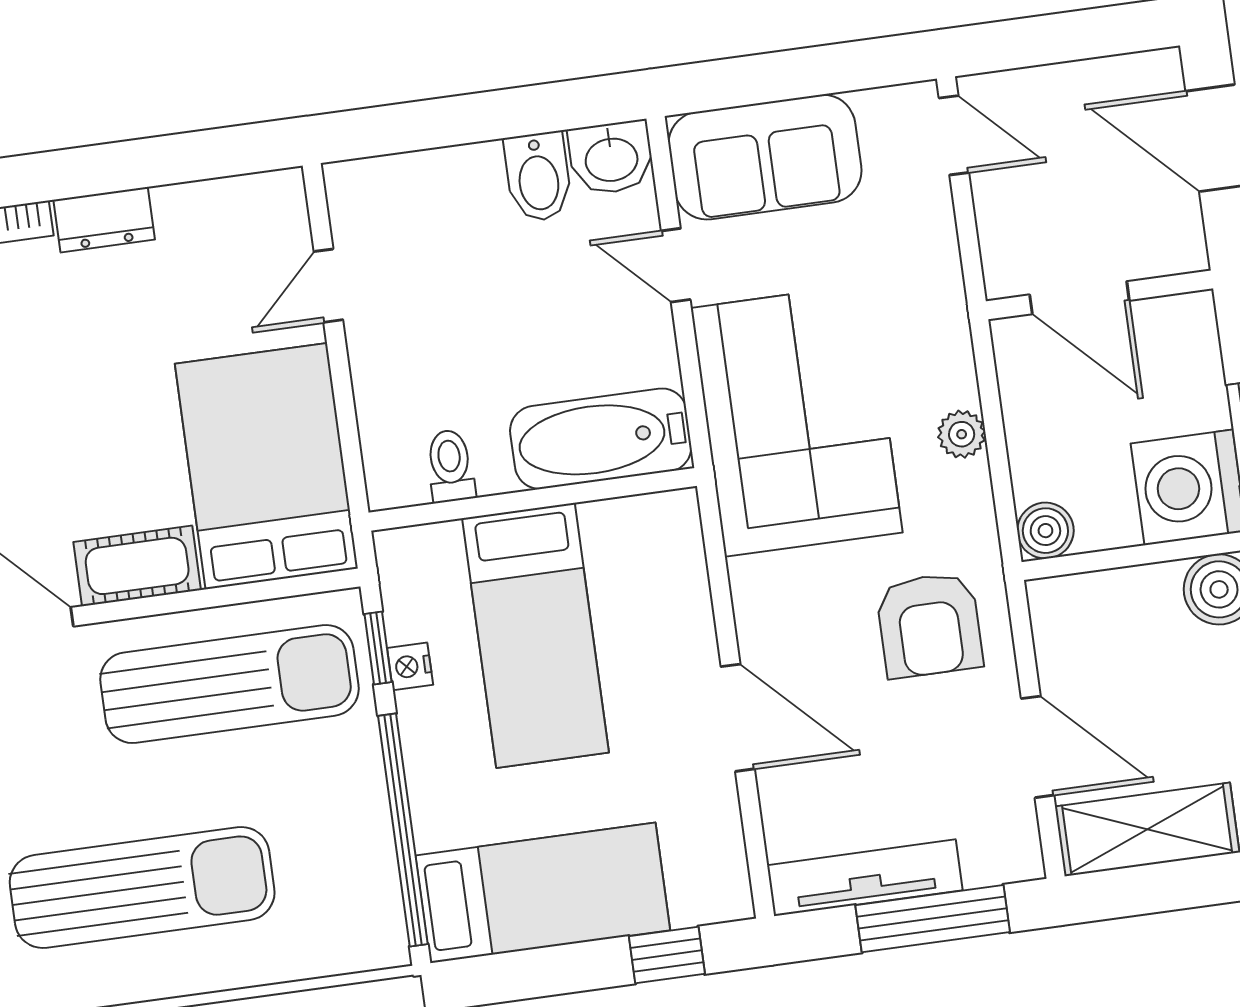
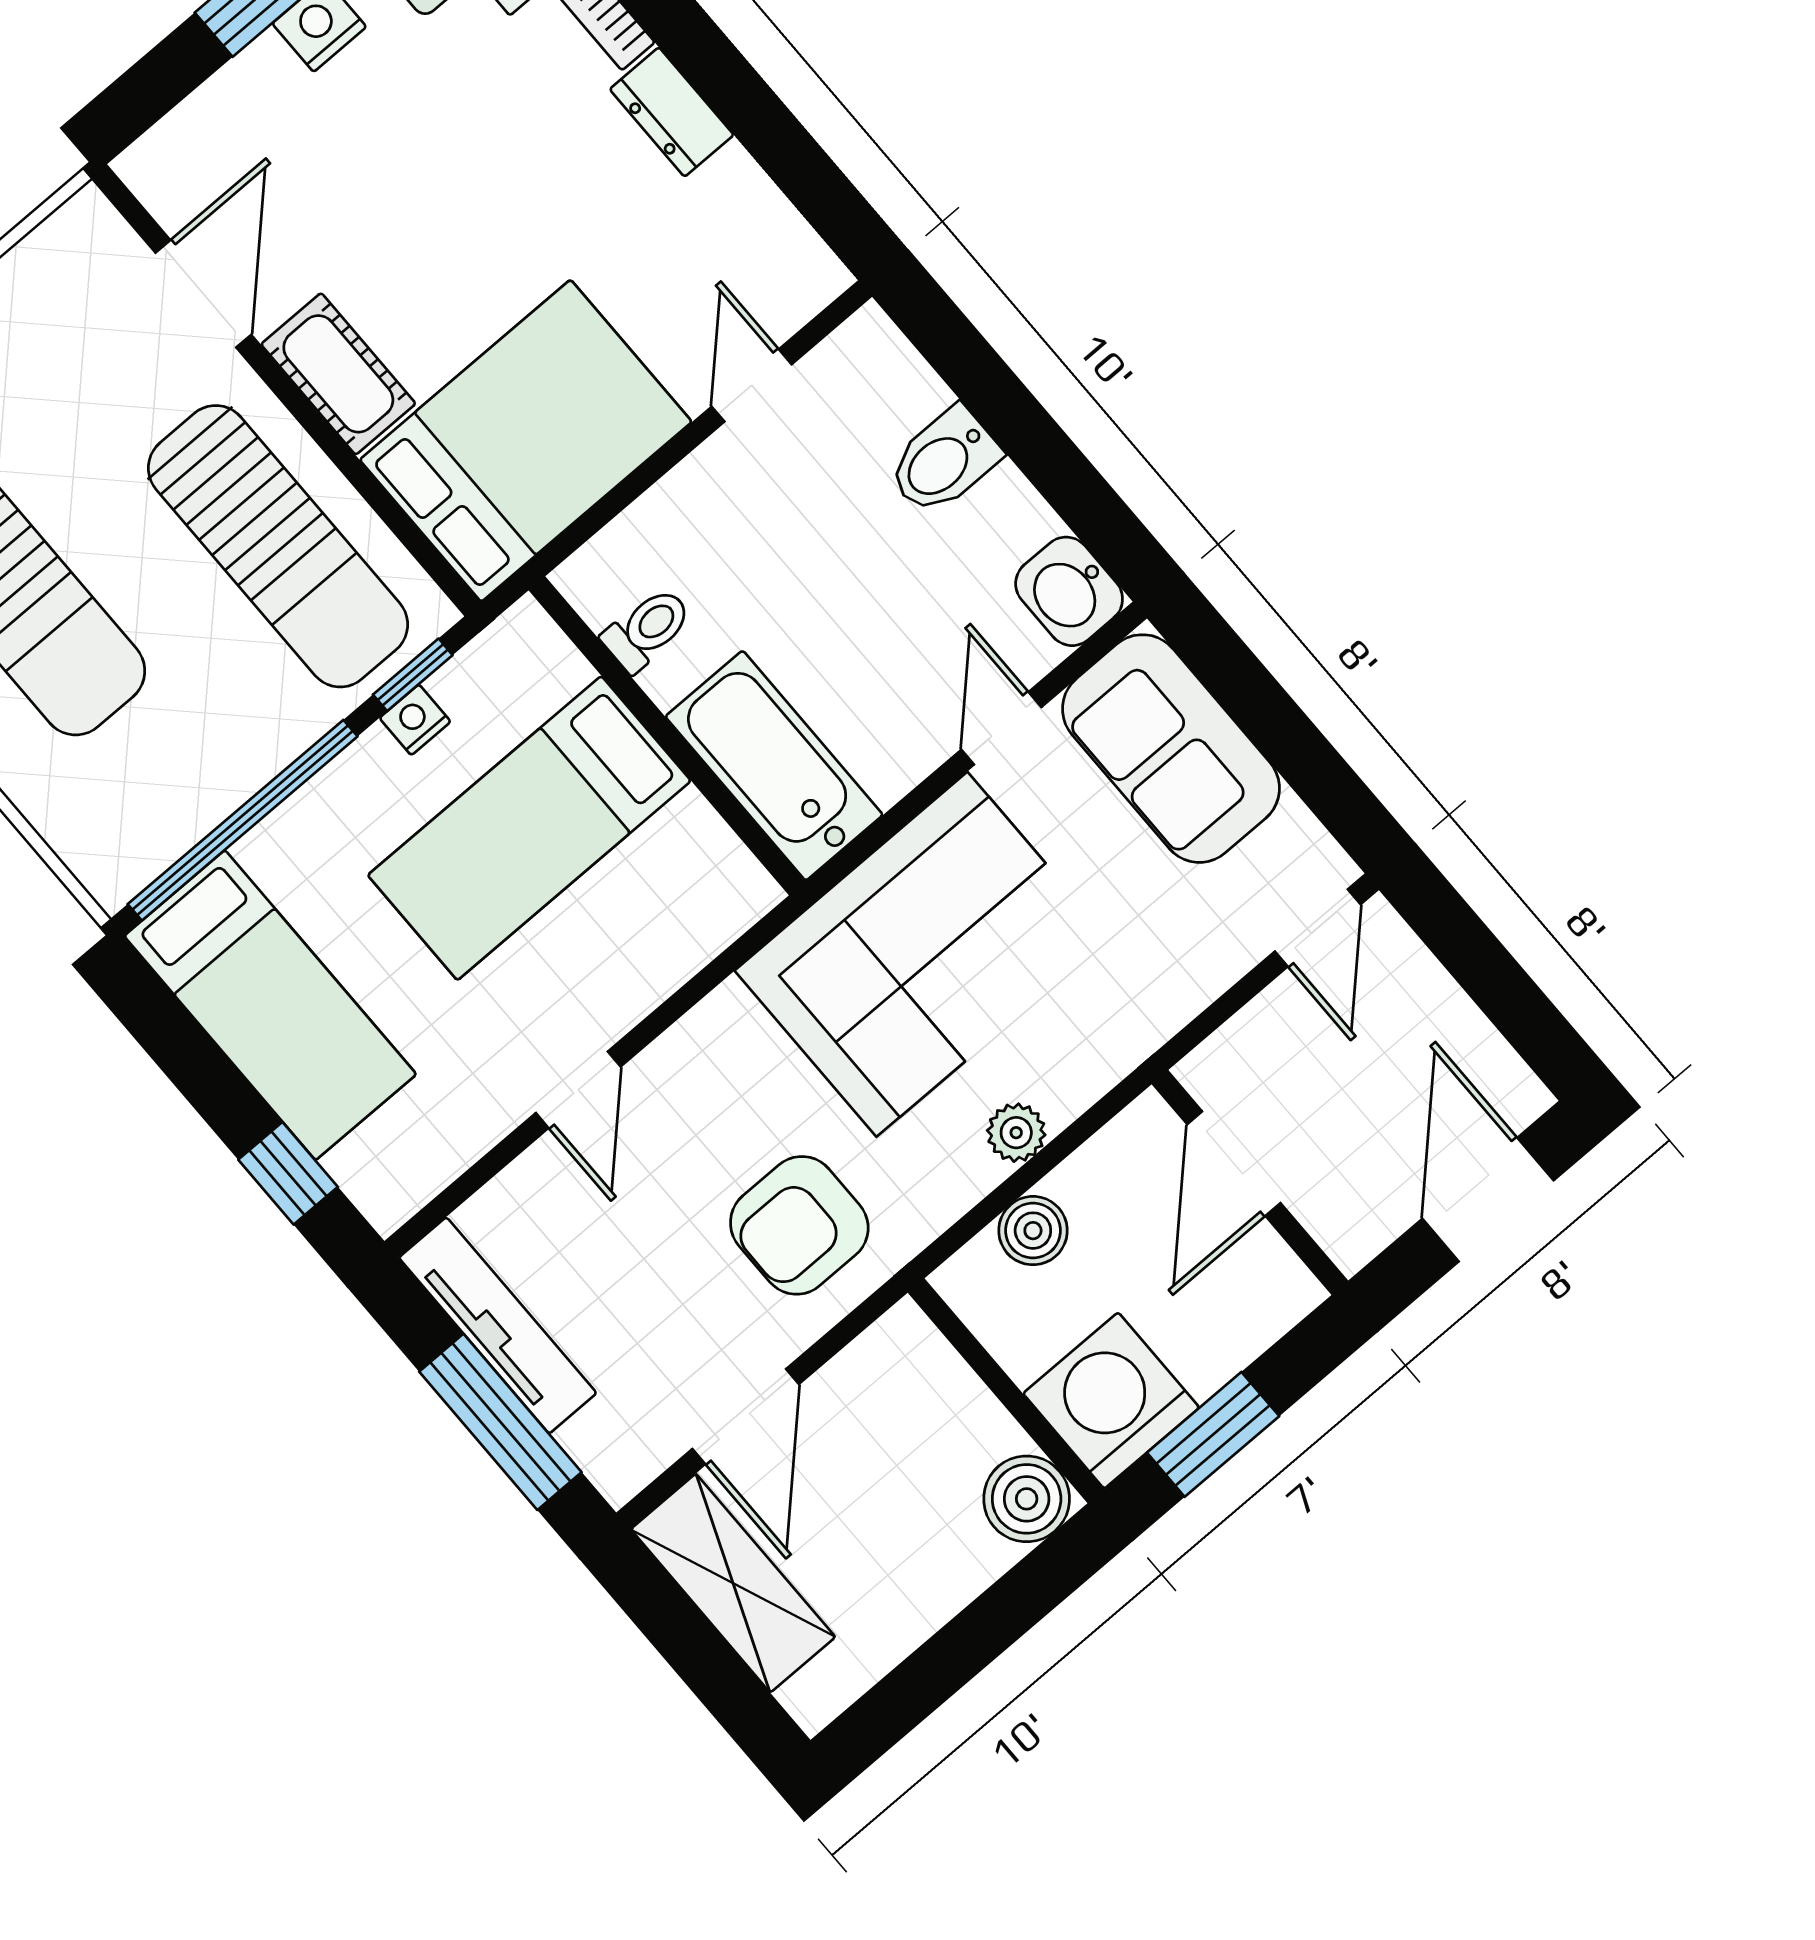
bidet: (538, 177) -> (944, 461), moved
door: (328, 286) -> (752, 385), hinge flipped
boiler: (1045, 531) -> (1033, 1231), moved
door: (738, 718) -> (578, 1090), width x0.73

